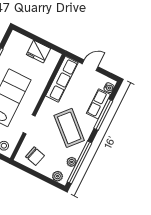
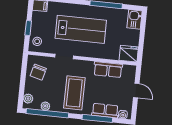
kitchen sink: (18, 40) -> (134, 19), added
fridge: (38, 52) -> (129, 54), moved, turned 90
row of seats: (62, 79) -> (108, 70), width x0.68
coffee table: (69, 128) -> (74, 93), turned -42

